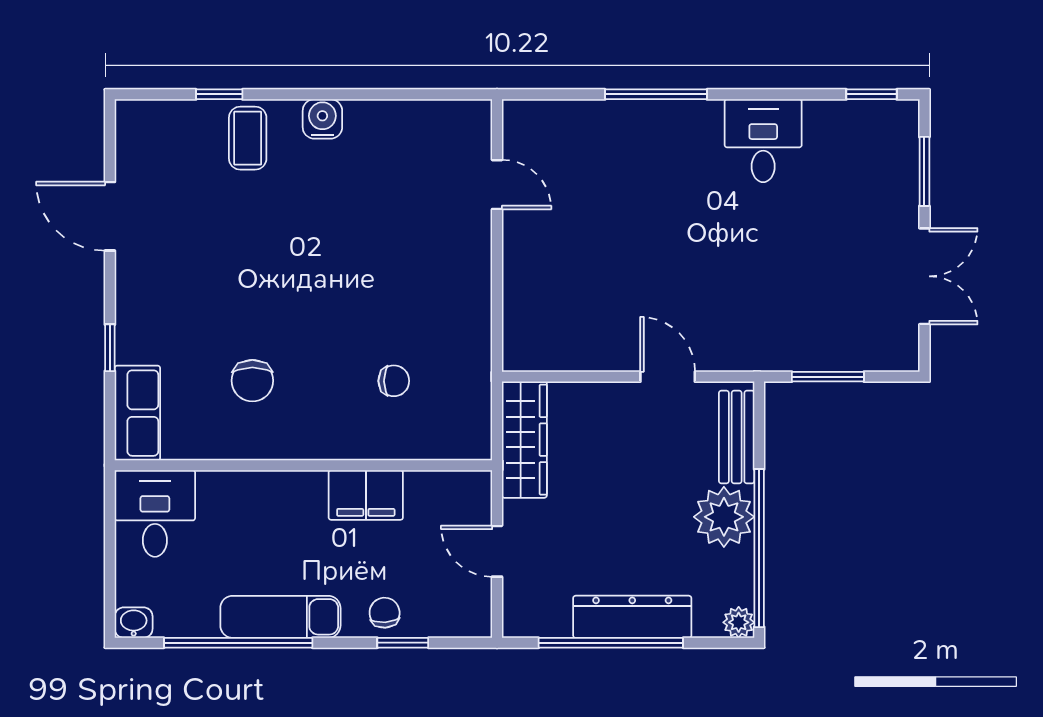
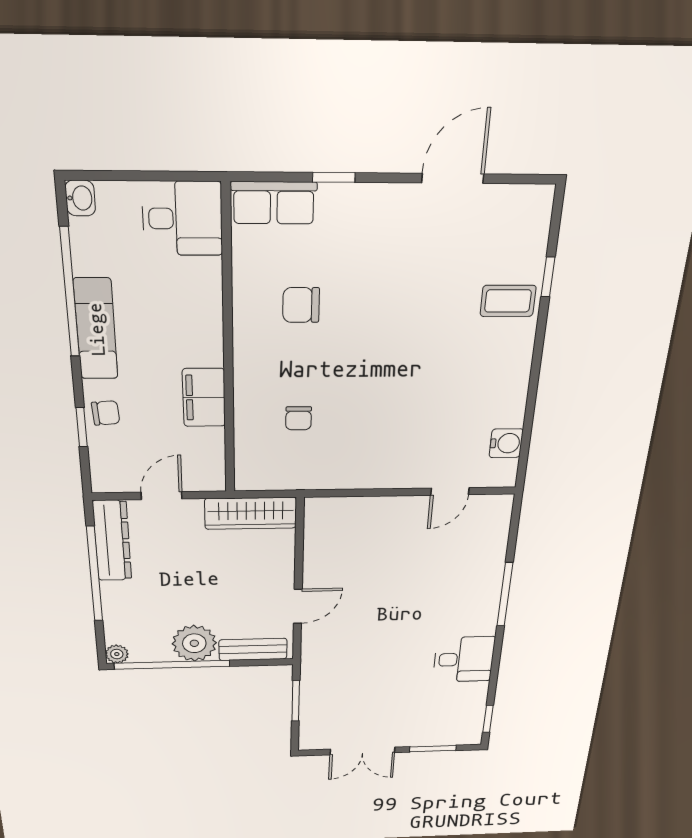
water cooler: (322, 119) -> (506, 443), moved
dresser: (632, 617) -> (112, 541), moved

